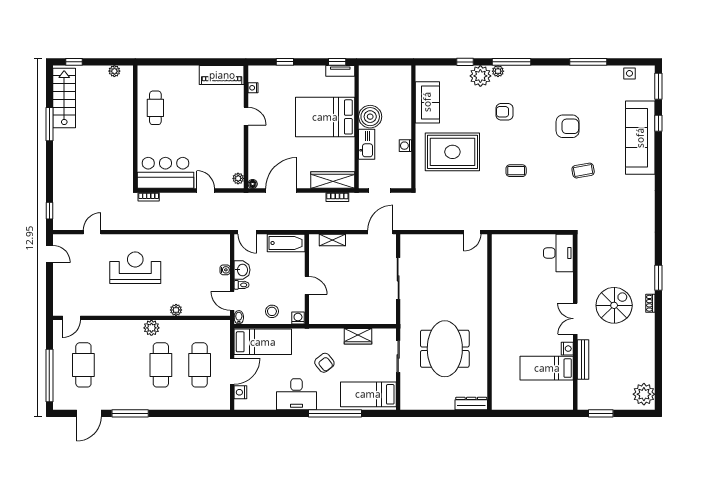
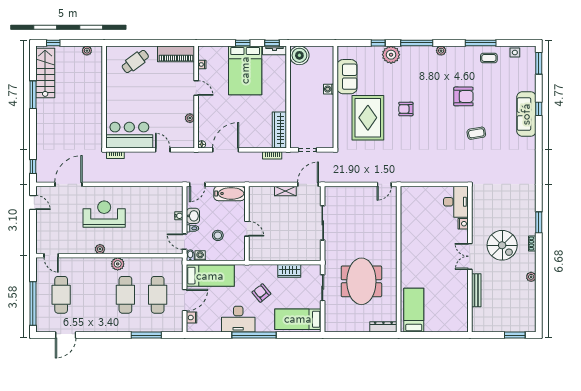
window: (285, 62) -> (243, 43), moved
plant: (498, 71) -> (441, 51), moved
cafe table: (155, 108) -> (135, 61), moved, turned 53
armchair: (504, 112) -> (406, 109), moved
bed: (325, 117) -> (245, 70), moved, turned -90
boiler: (370, 117) -> (299, 55), moved
window: (658, 123) -> (539, 109), moved
sofa: (640, 138) -> (526, 114), width x0.74, depth x0.79
kitchen sink: (367, 144) -> (297, 111), removed
washing machine: (405, 146) -> (329, 89), moved
rug: (452, 152) -> (368, 118), turned 90
coffee table: (516, 171) -> (489, 58), moved
plant: (238, 178) -> (190, 118), moved
wardrobe: (333, 180) -> (279, 130), moved, turned -90
door: (92, 232) -> (68, 184), width x1.87
door: (247, 232) -> (197, 184), hinge flipped
shelving: (332, 240) -> (285, 191), moved
spiral stairs: (614, 305) -> (502, 245), turned 90
plant: (176, 310) -> (100, 249), moved
stool: (272, 311) -> (218, 235), moved
door: (71, 318) -> (51, 256), hinge flipped
washing machine: (298, 318) -> (200, 256), moved
nightstand: (567, 349) -> (463, 224), moved
armchair: (324, 363) -> (261, 293), turned 180
bed: (547, 368) -> (414, 310), moved, turned 90
plant: (644, 394) -> (531, 277), moved, width x0.53, depth x0.53
window: (130, 413) -> (146, 335), moved
window: (335, 413) -> (254, 335), moved
window: (601, 413) -> (515, 335), moved

